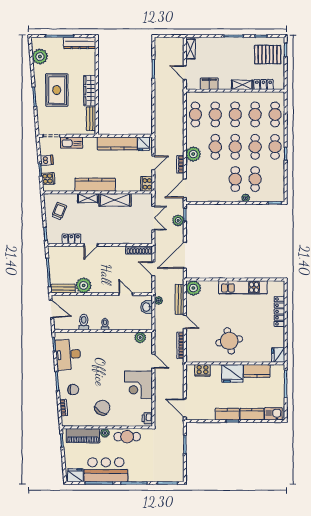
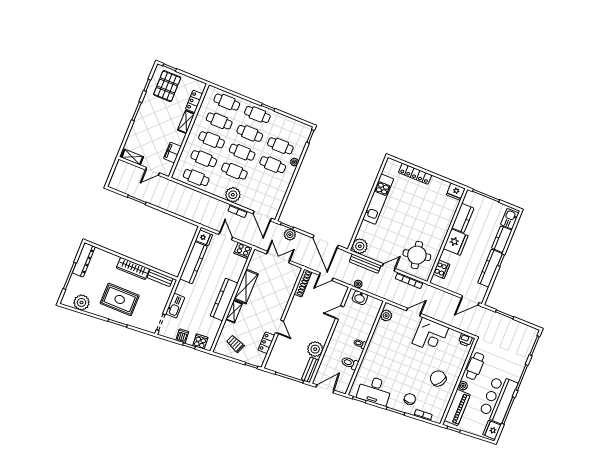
round table: (229, 341) -> (417, 255), moved
kitchen counter: (227, 414) -> (490, 268), width x1.50

